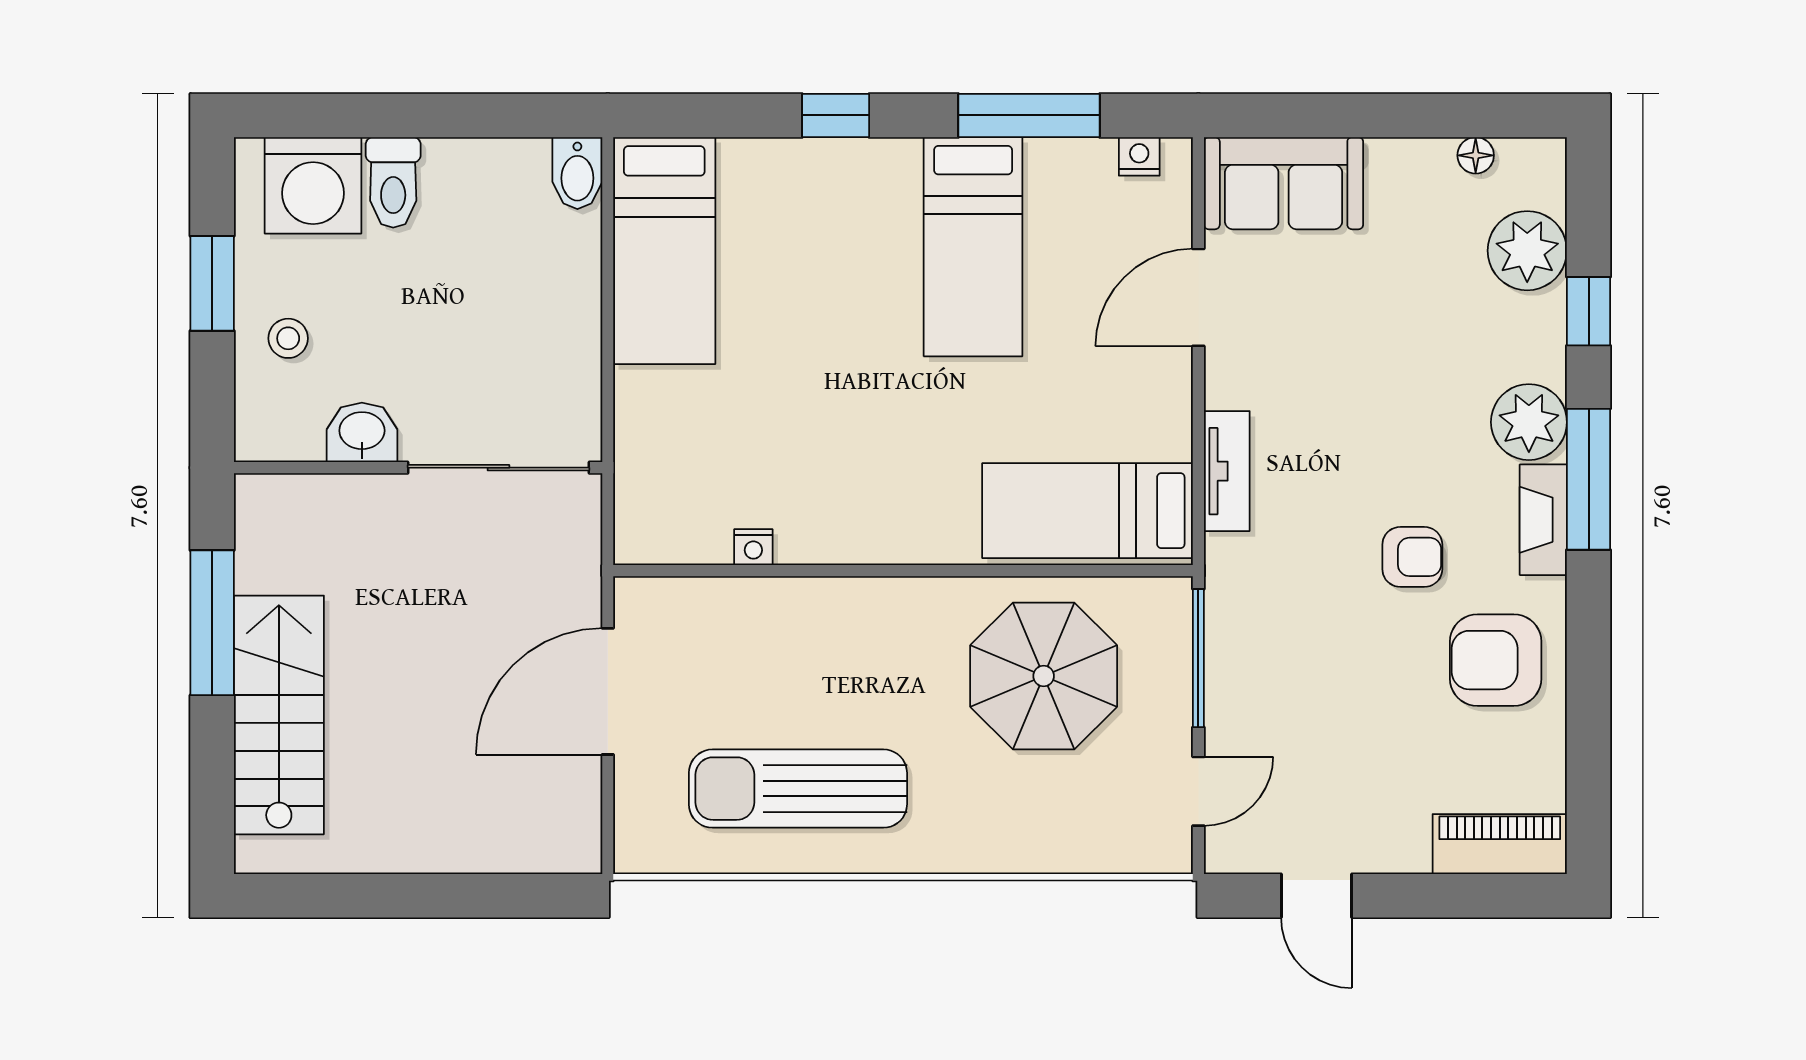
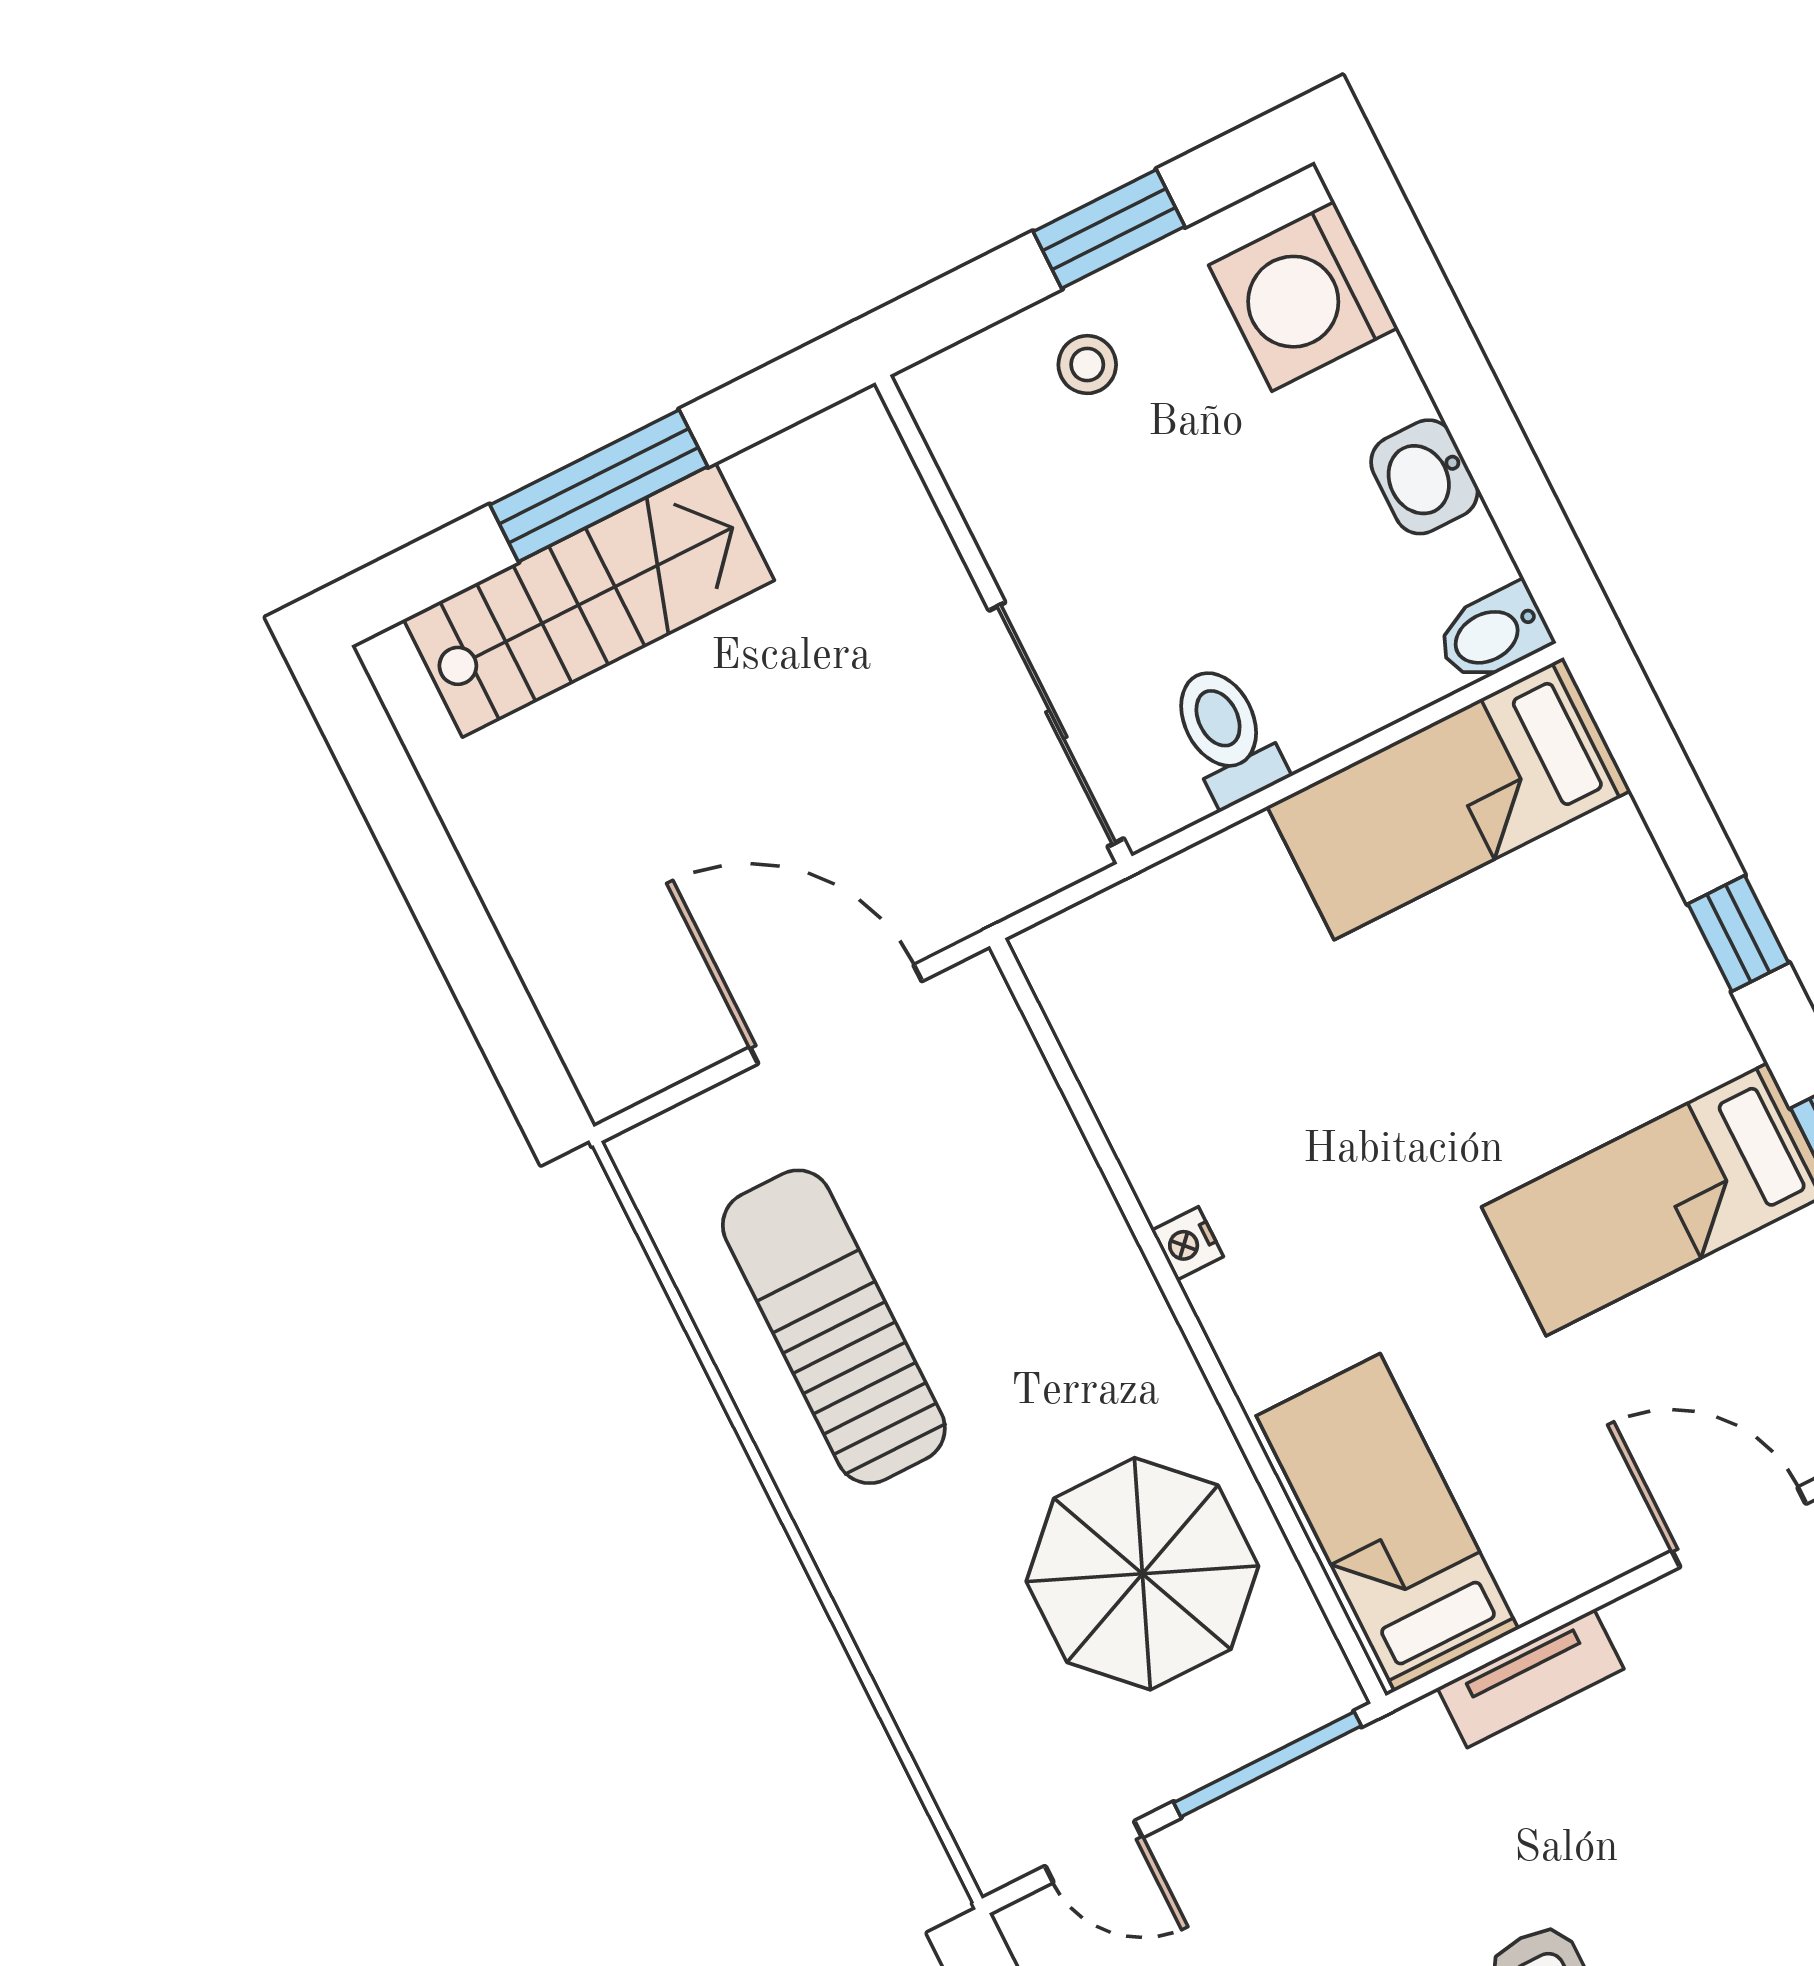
toilet: (393, 182) -> (1226, 735), moved, turned 90
washbasin: (362, 432) -> (1424, 477), moved, turned 180
nightstand: (753, 547) -> (1187, 1243), moved
window: (212, 623) -> (599, 486), moved

